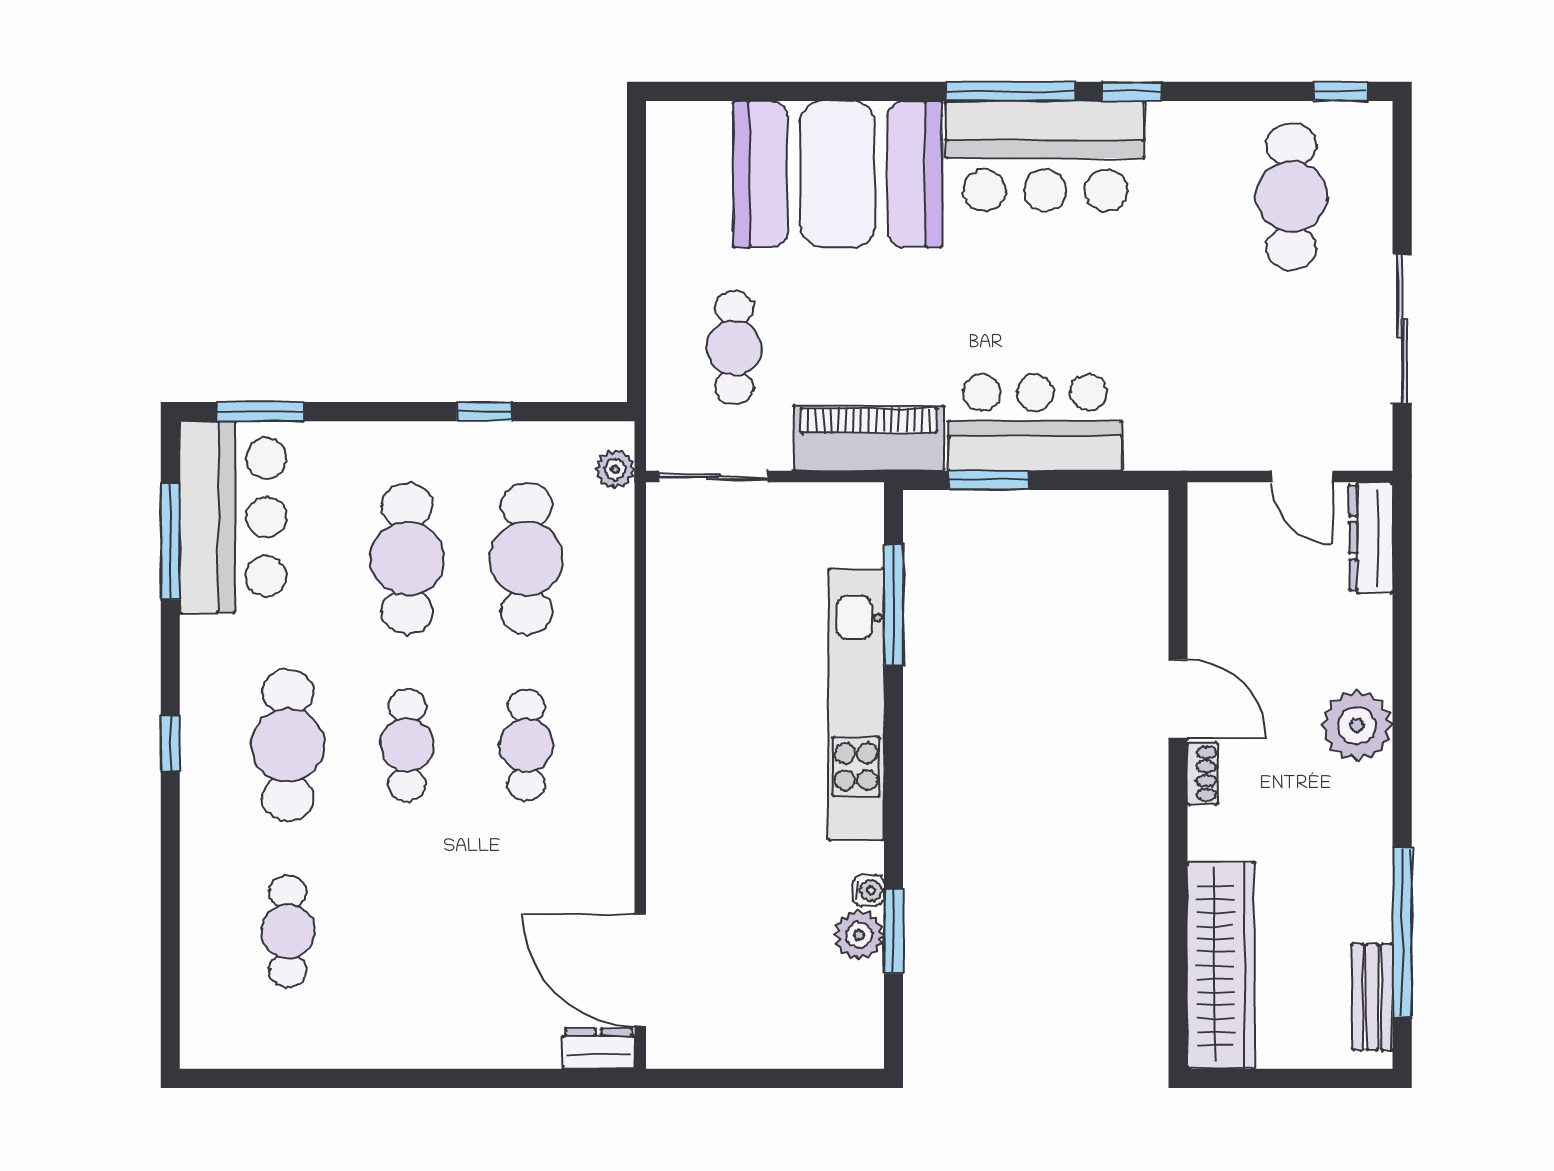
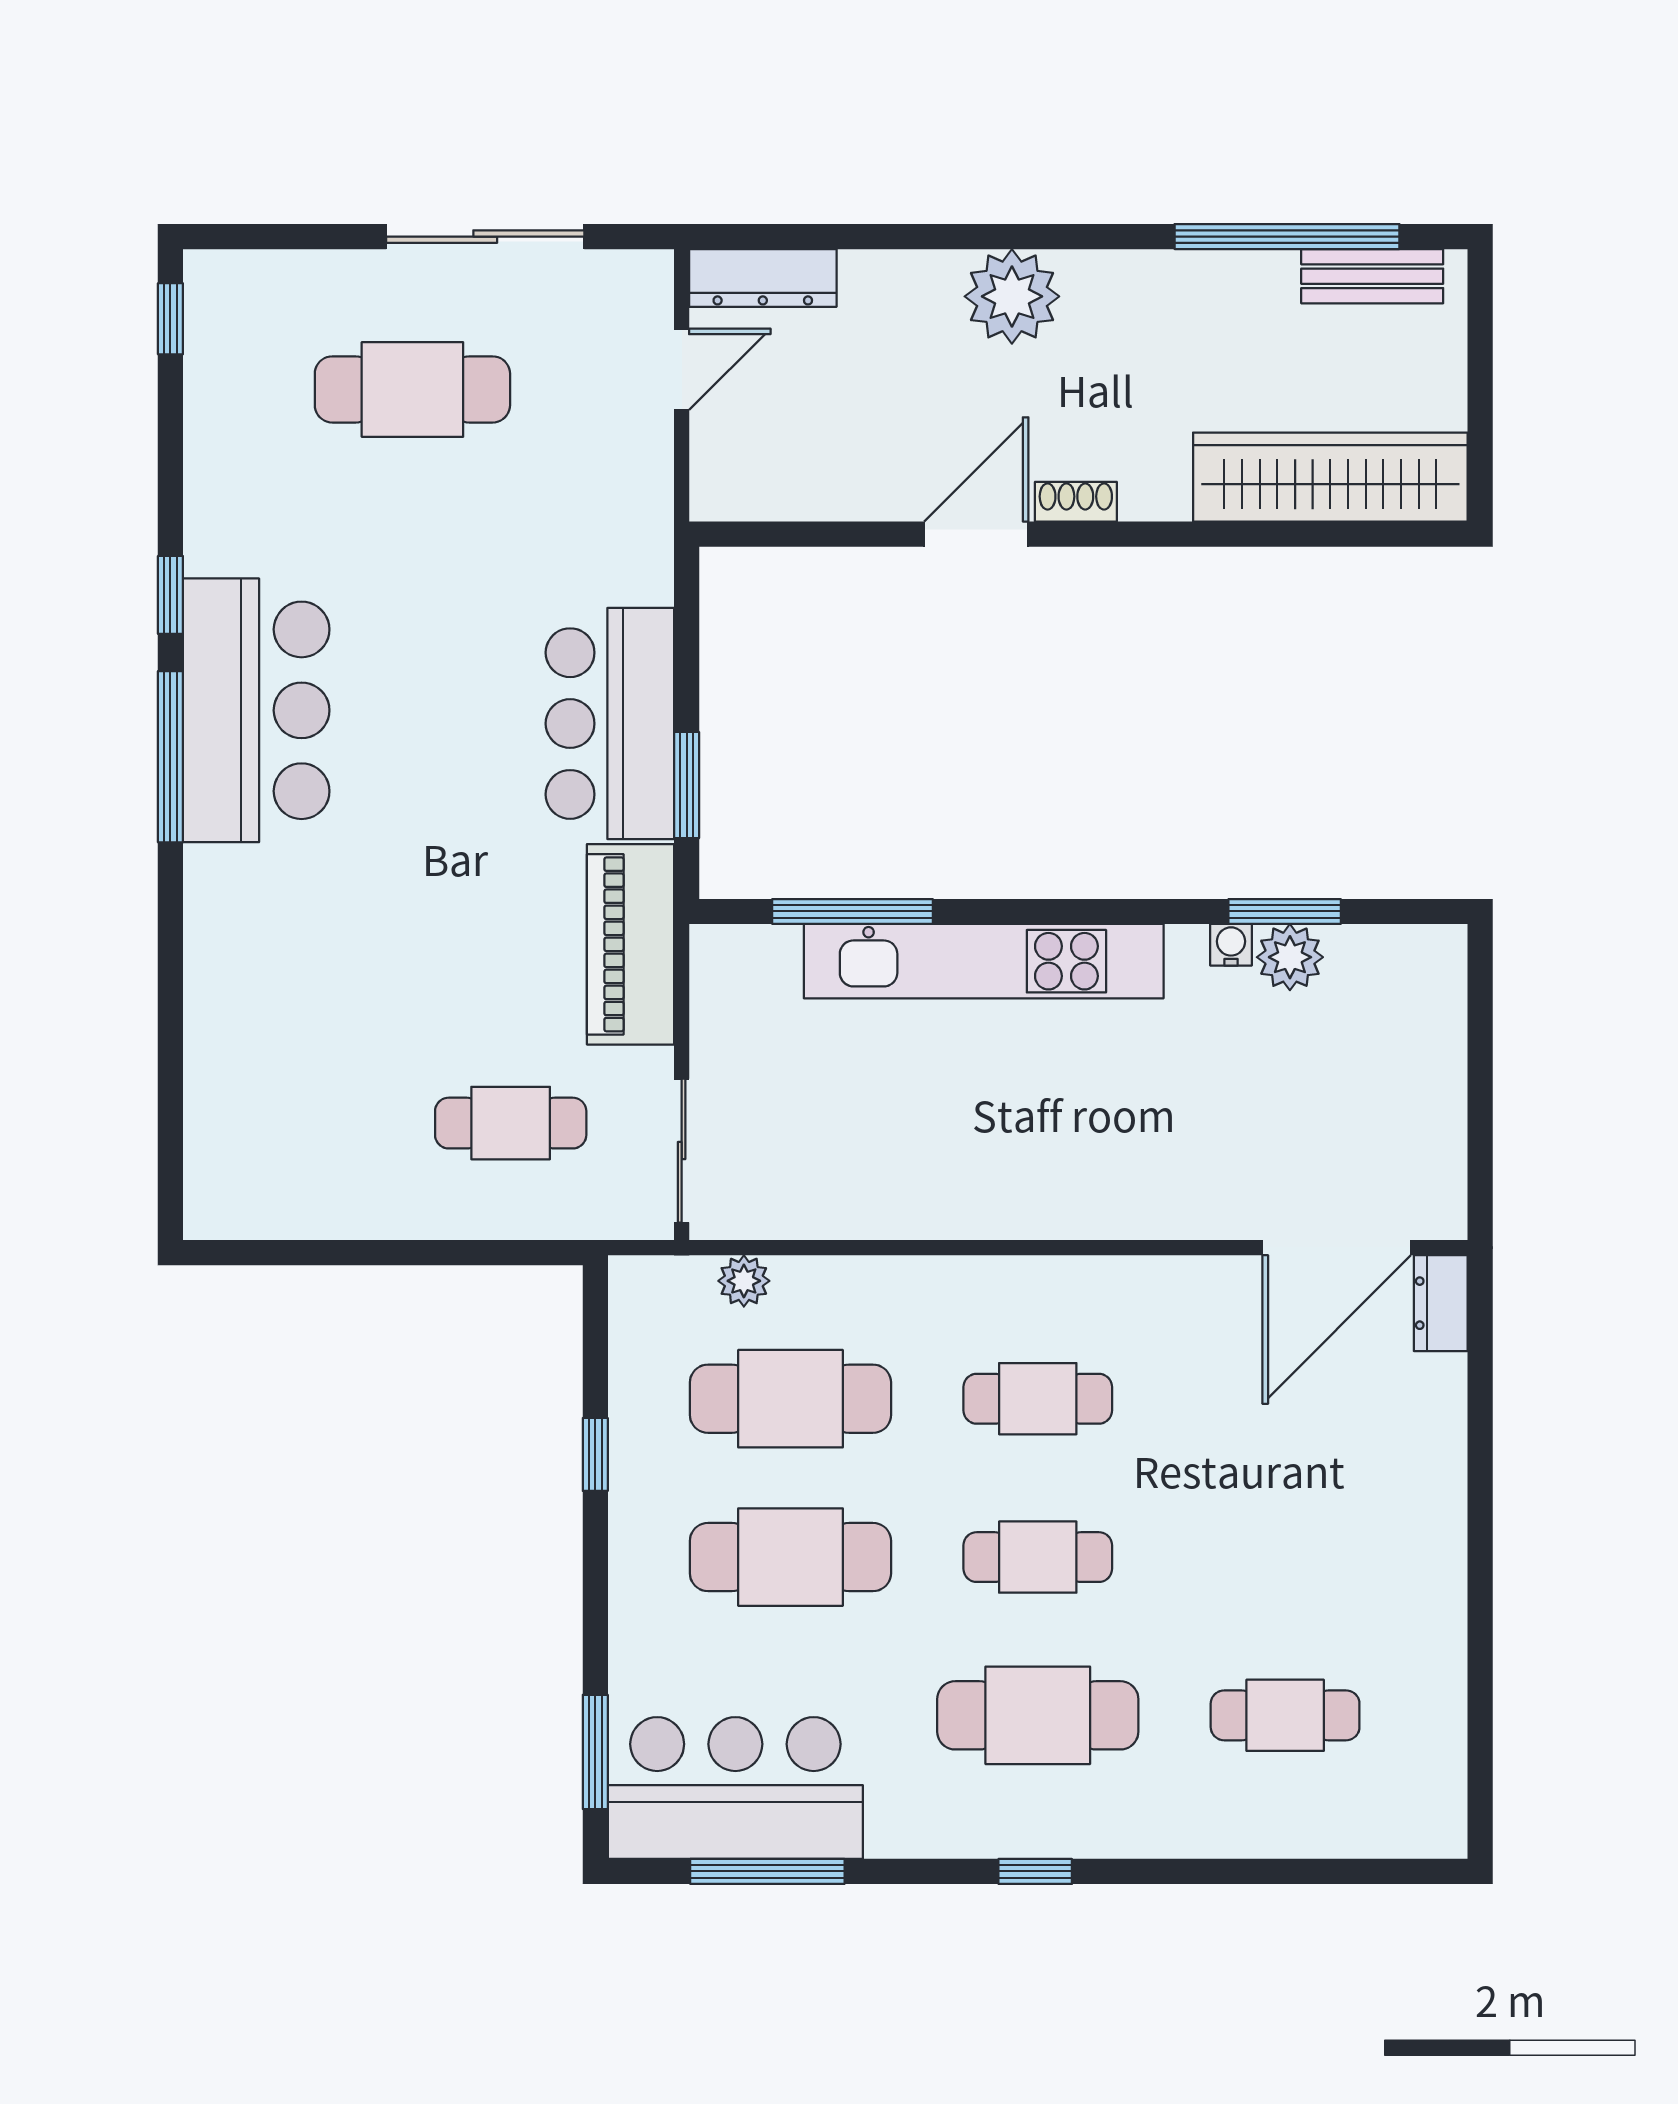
booth: (838, 174) -> (280, 986), removed
cafe table: (1291, 197) -> (412, 389), moved
plant: (615, 469) -> (744, 1281), moved

